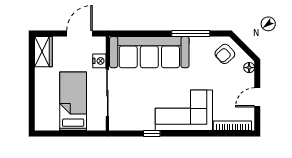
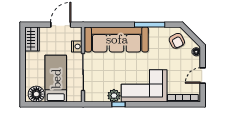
armchair: (225, 54) -> (177, 41), turned -75
floor lamp: (49, 121) -> (36, 94), added
plant: (146, 123) -> (114, 96), added

